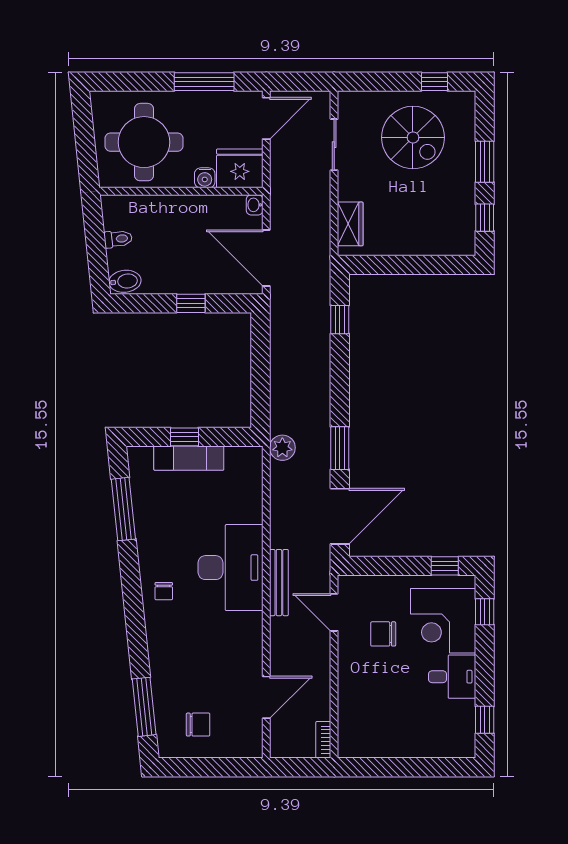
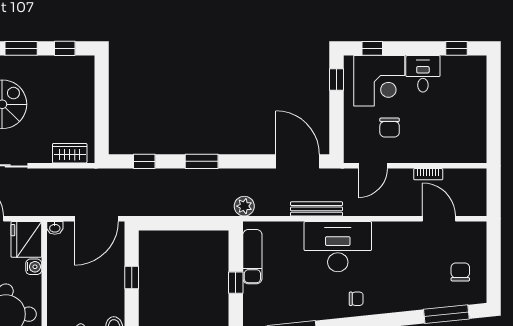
window: (340, 448) -> (202, 161), moved
exam couch: (189, 458) -> (252, 257), moved
bench: (279, 583) -> (317, 209), moved
bookcase: (323, 740) -> (428, 174), moved

